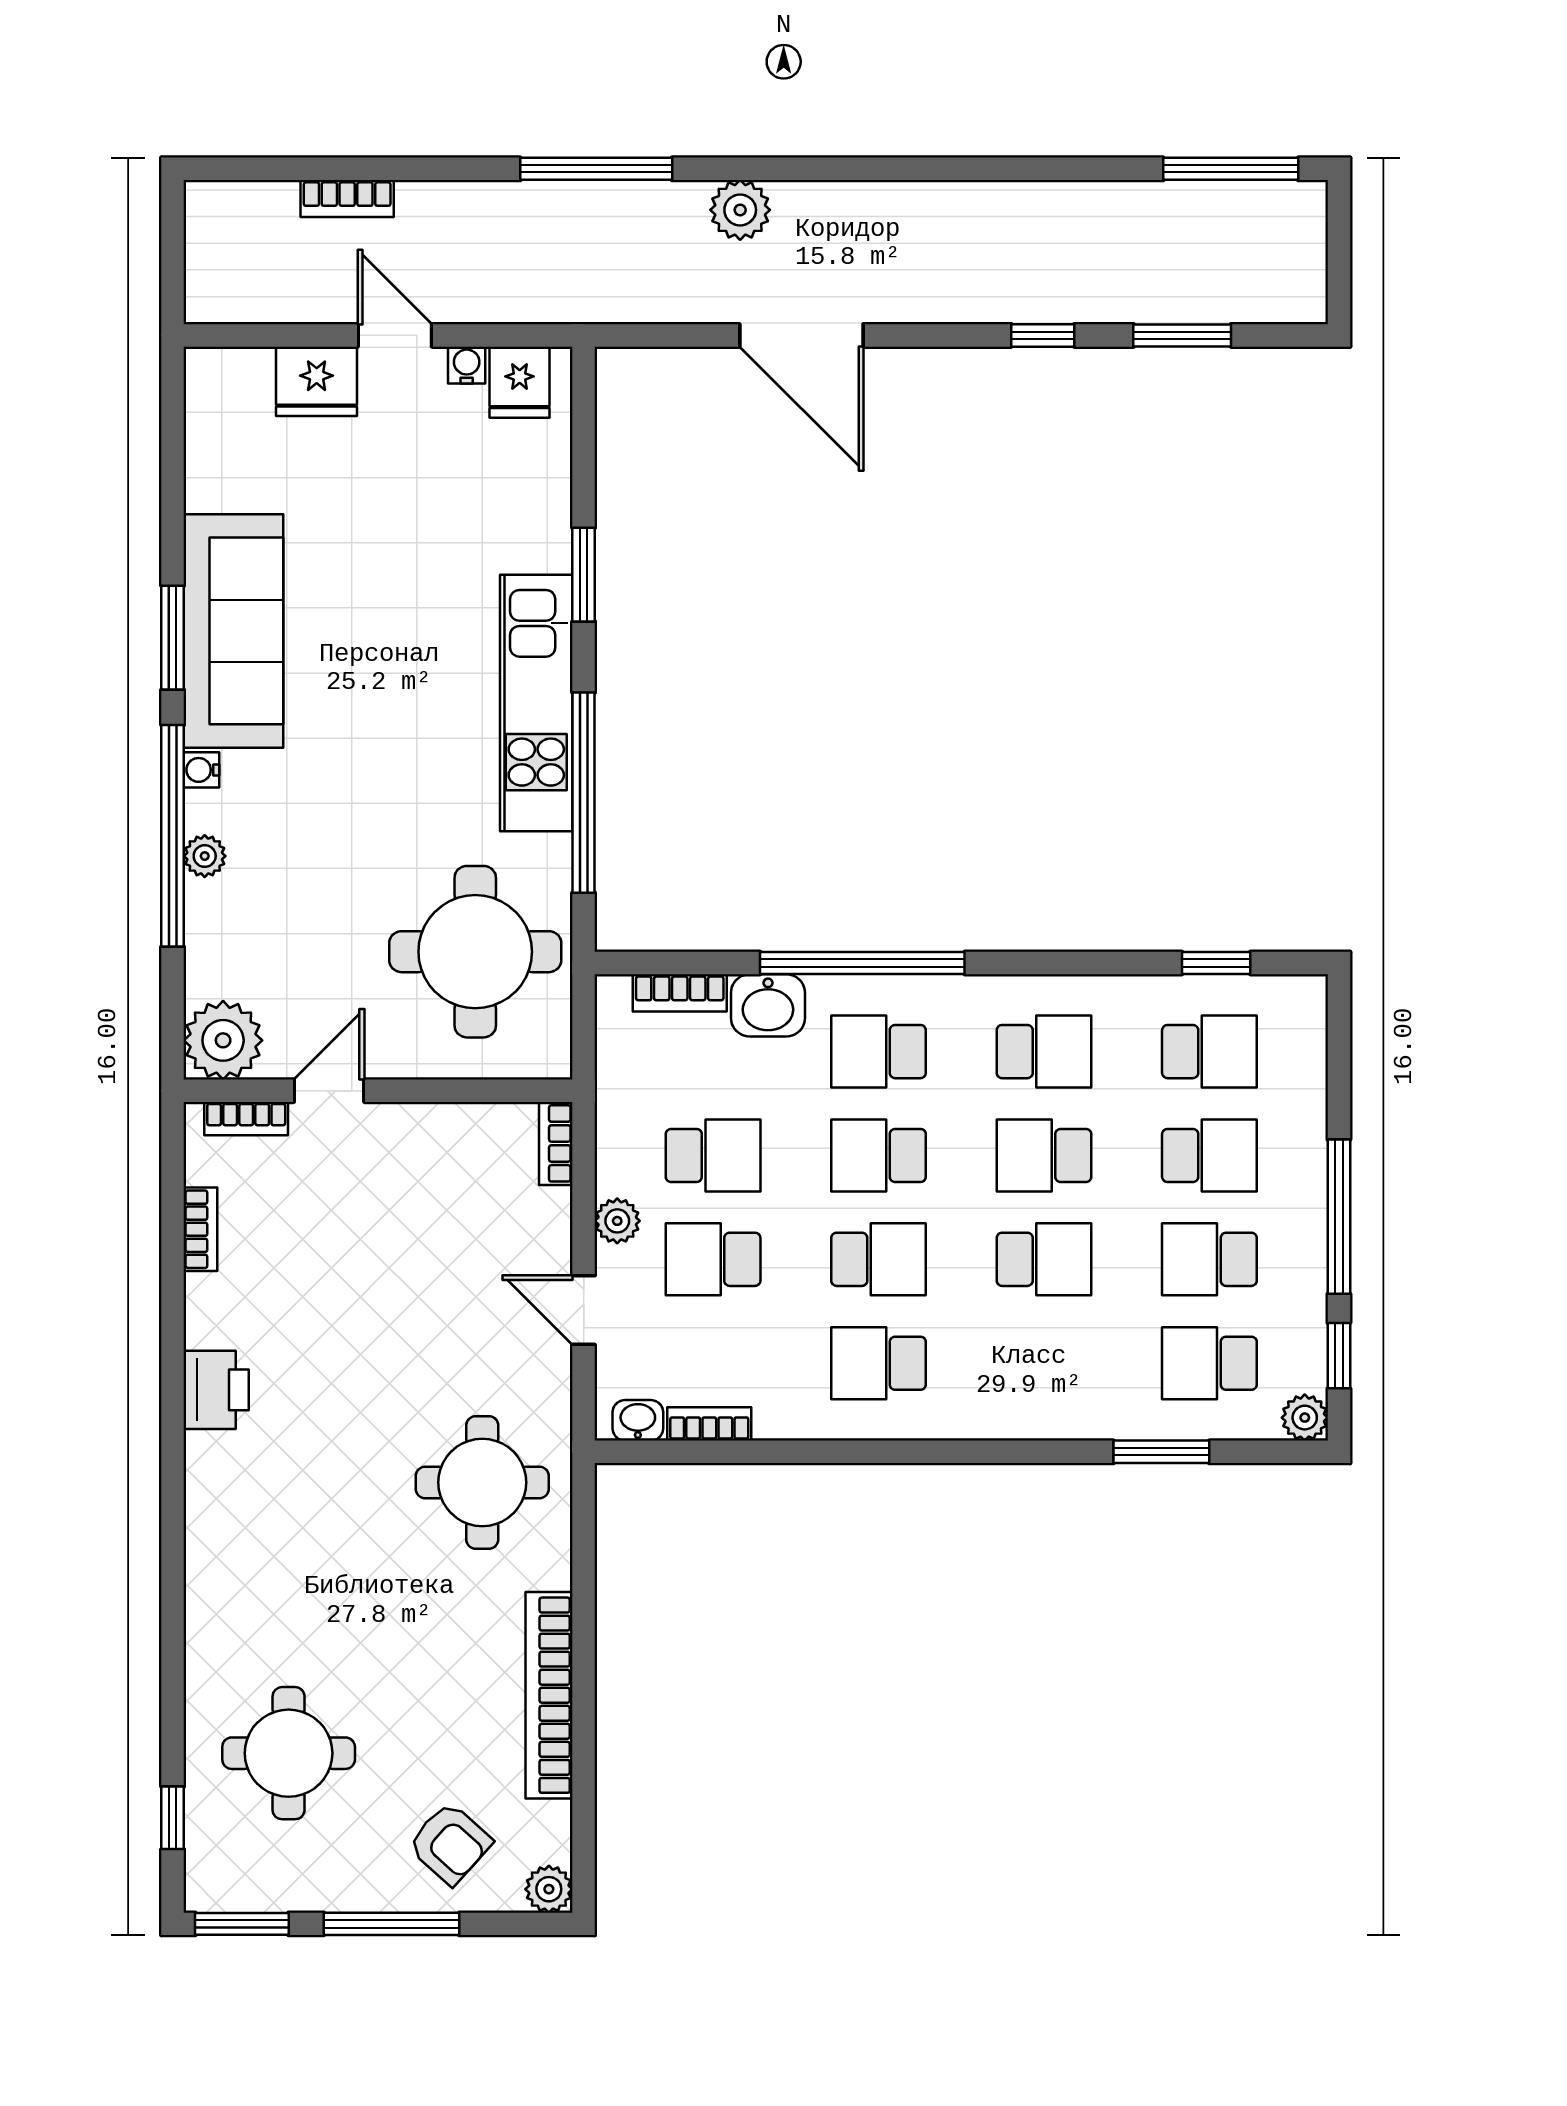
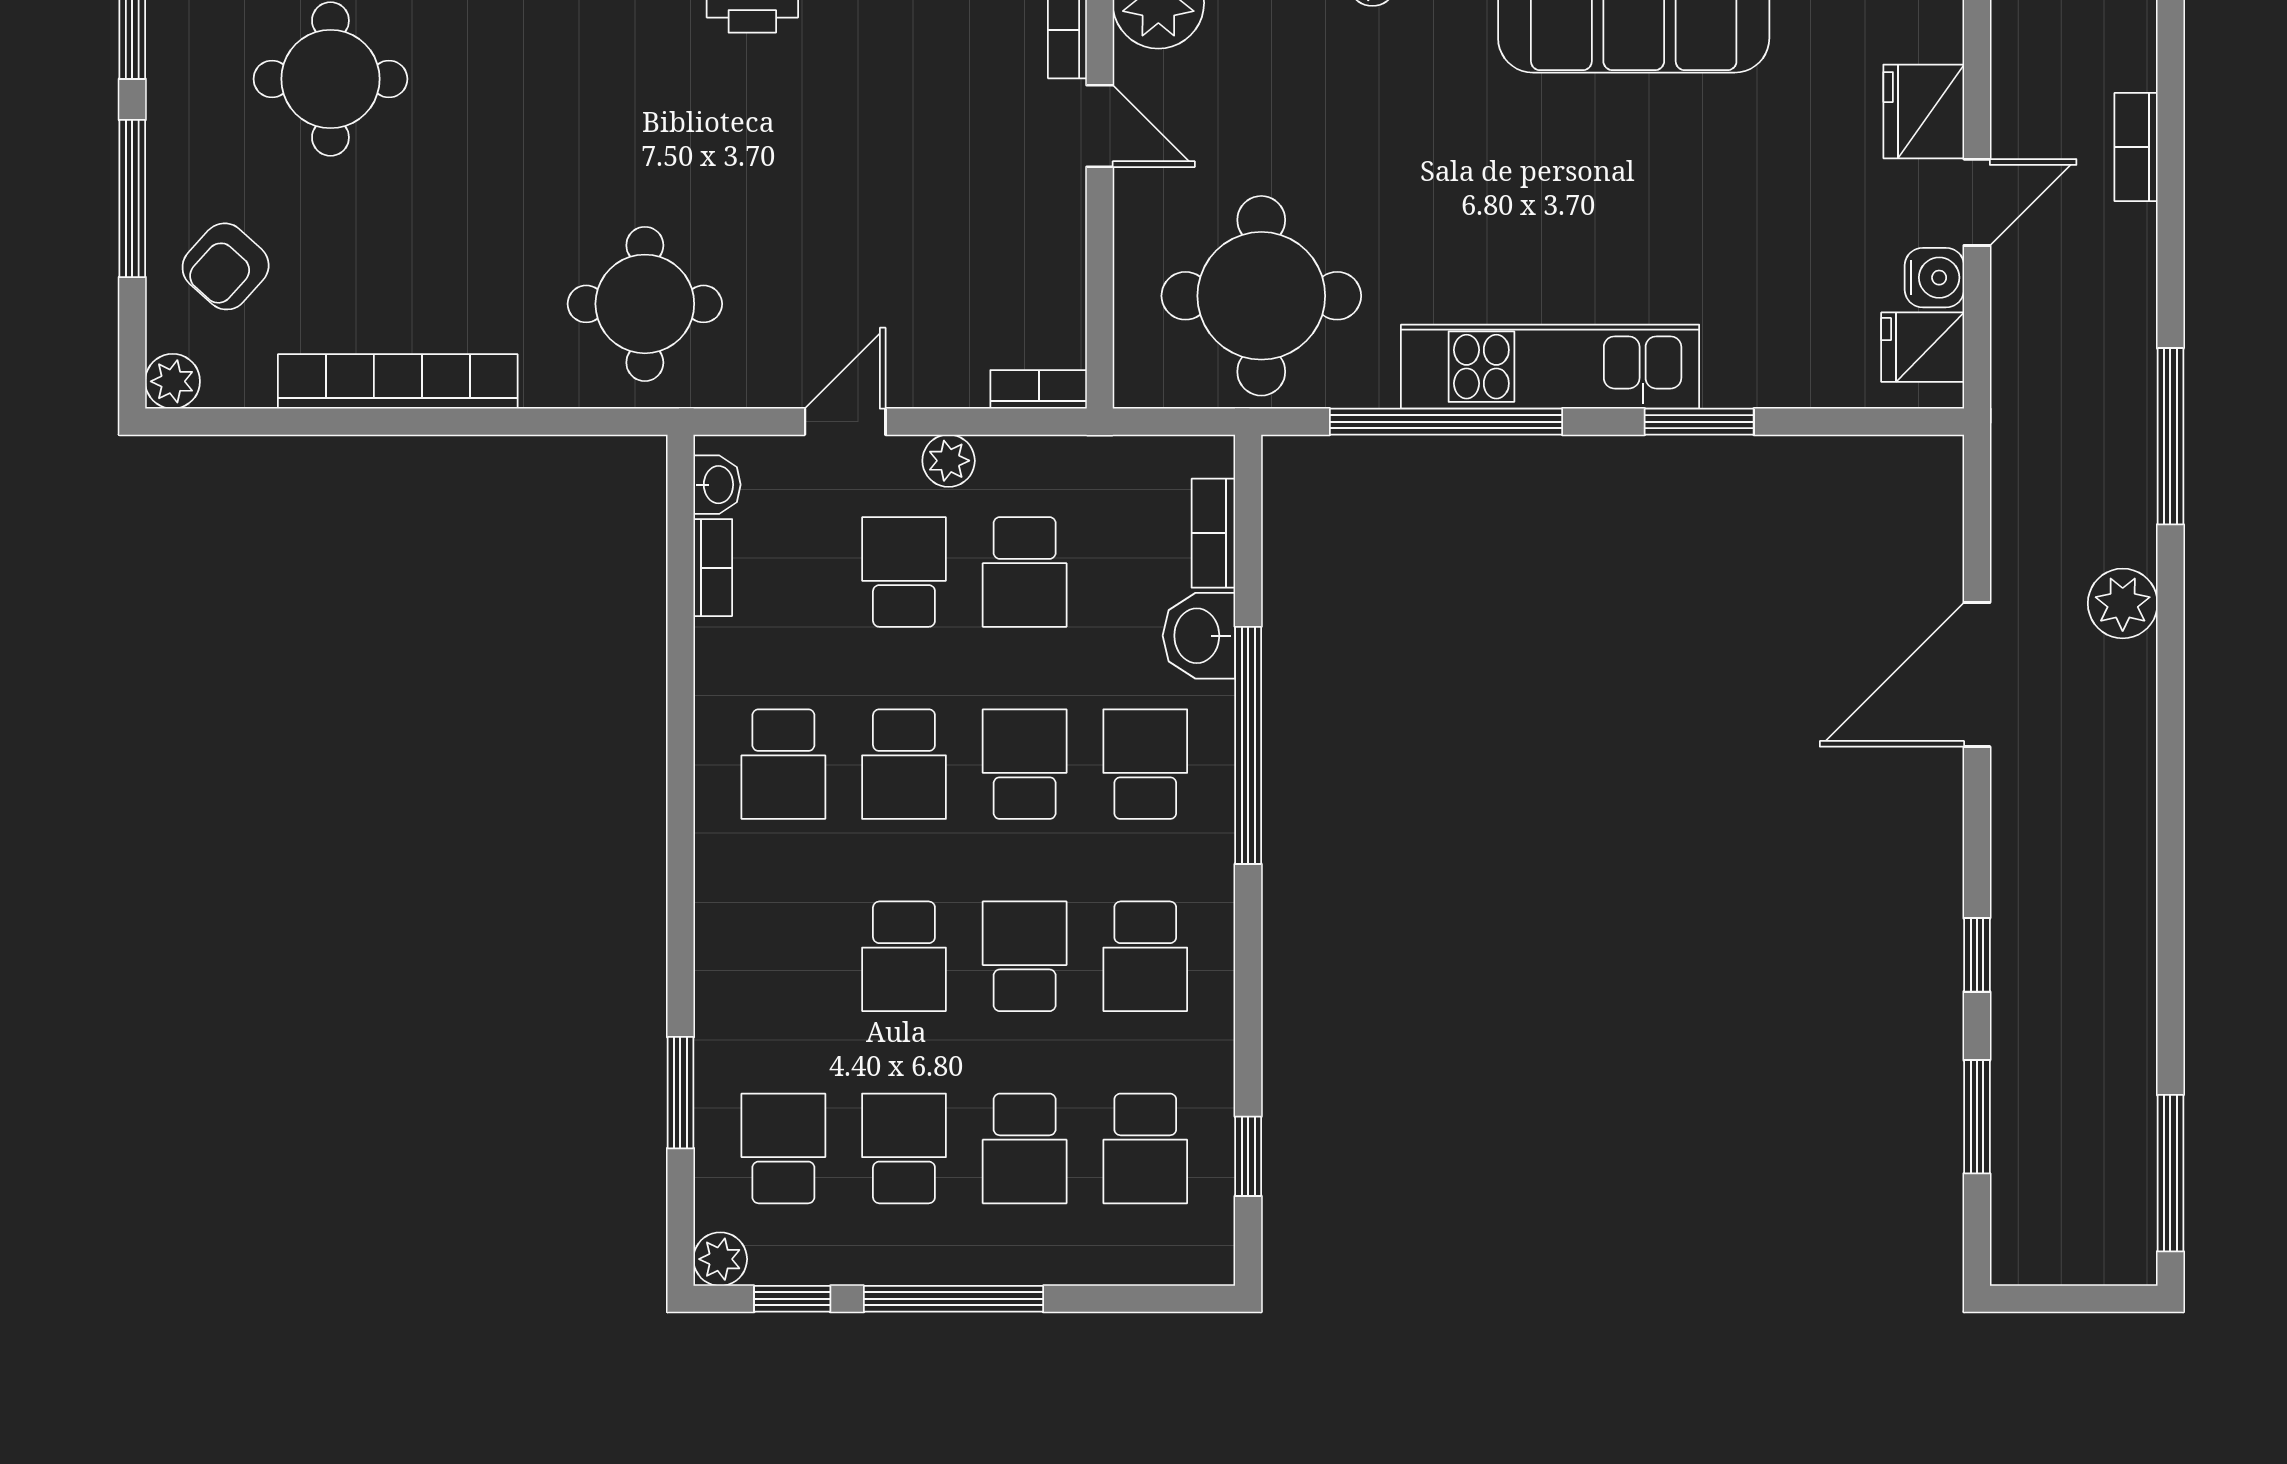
water cooler: (467, 365) -> (1934, 278), width x1.38, depth x1.38
school desk: (879, 1363) -> (783, 764), turned 180

